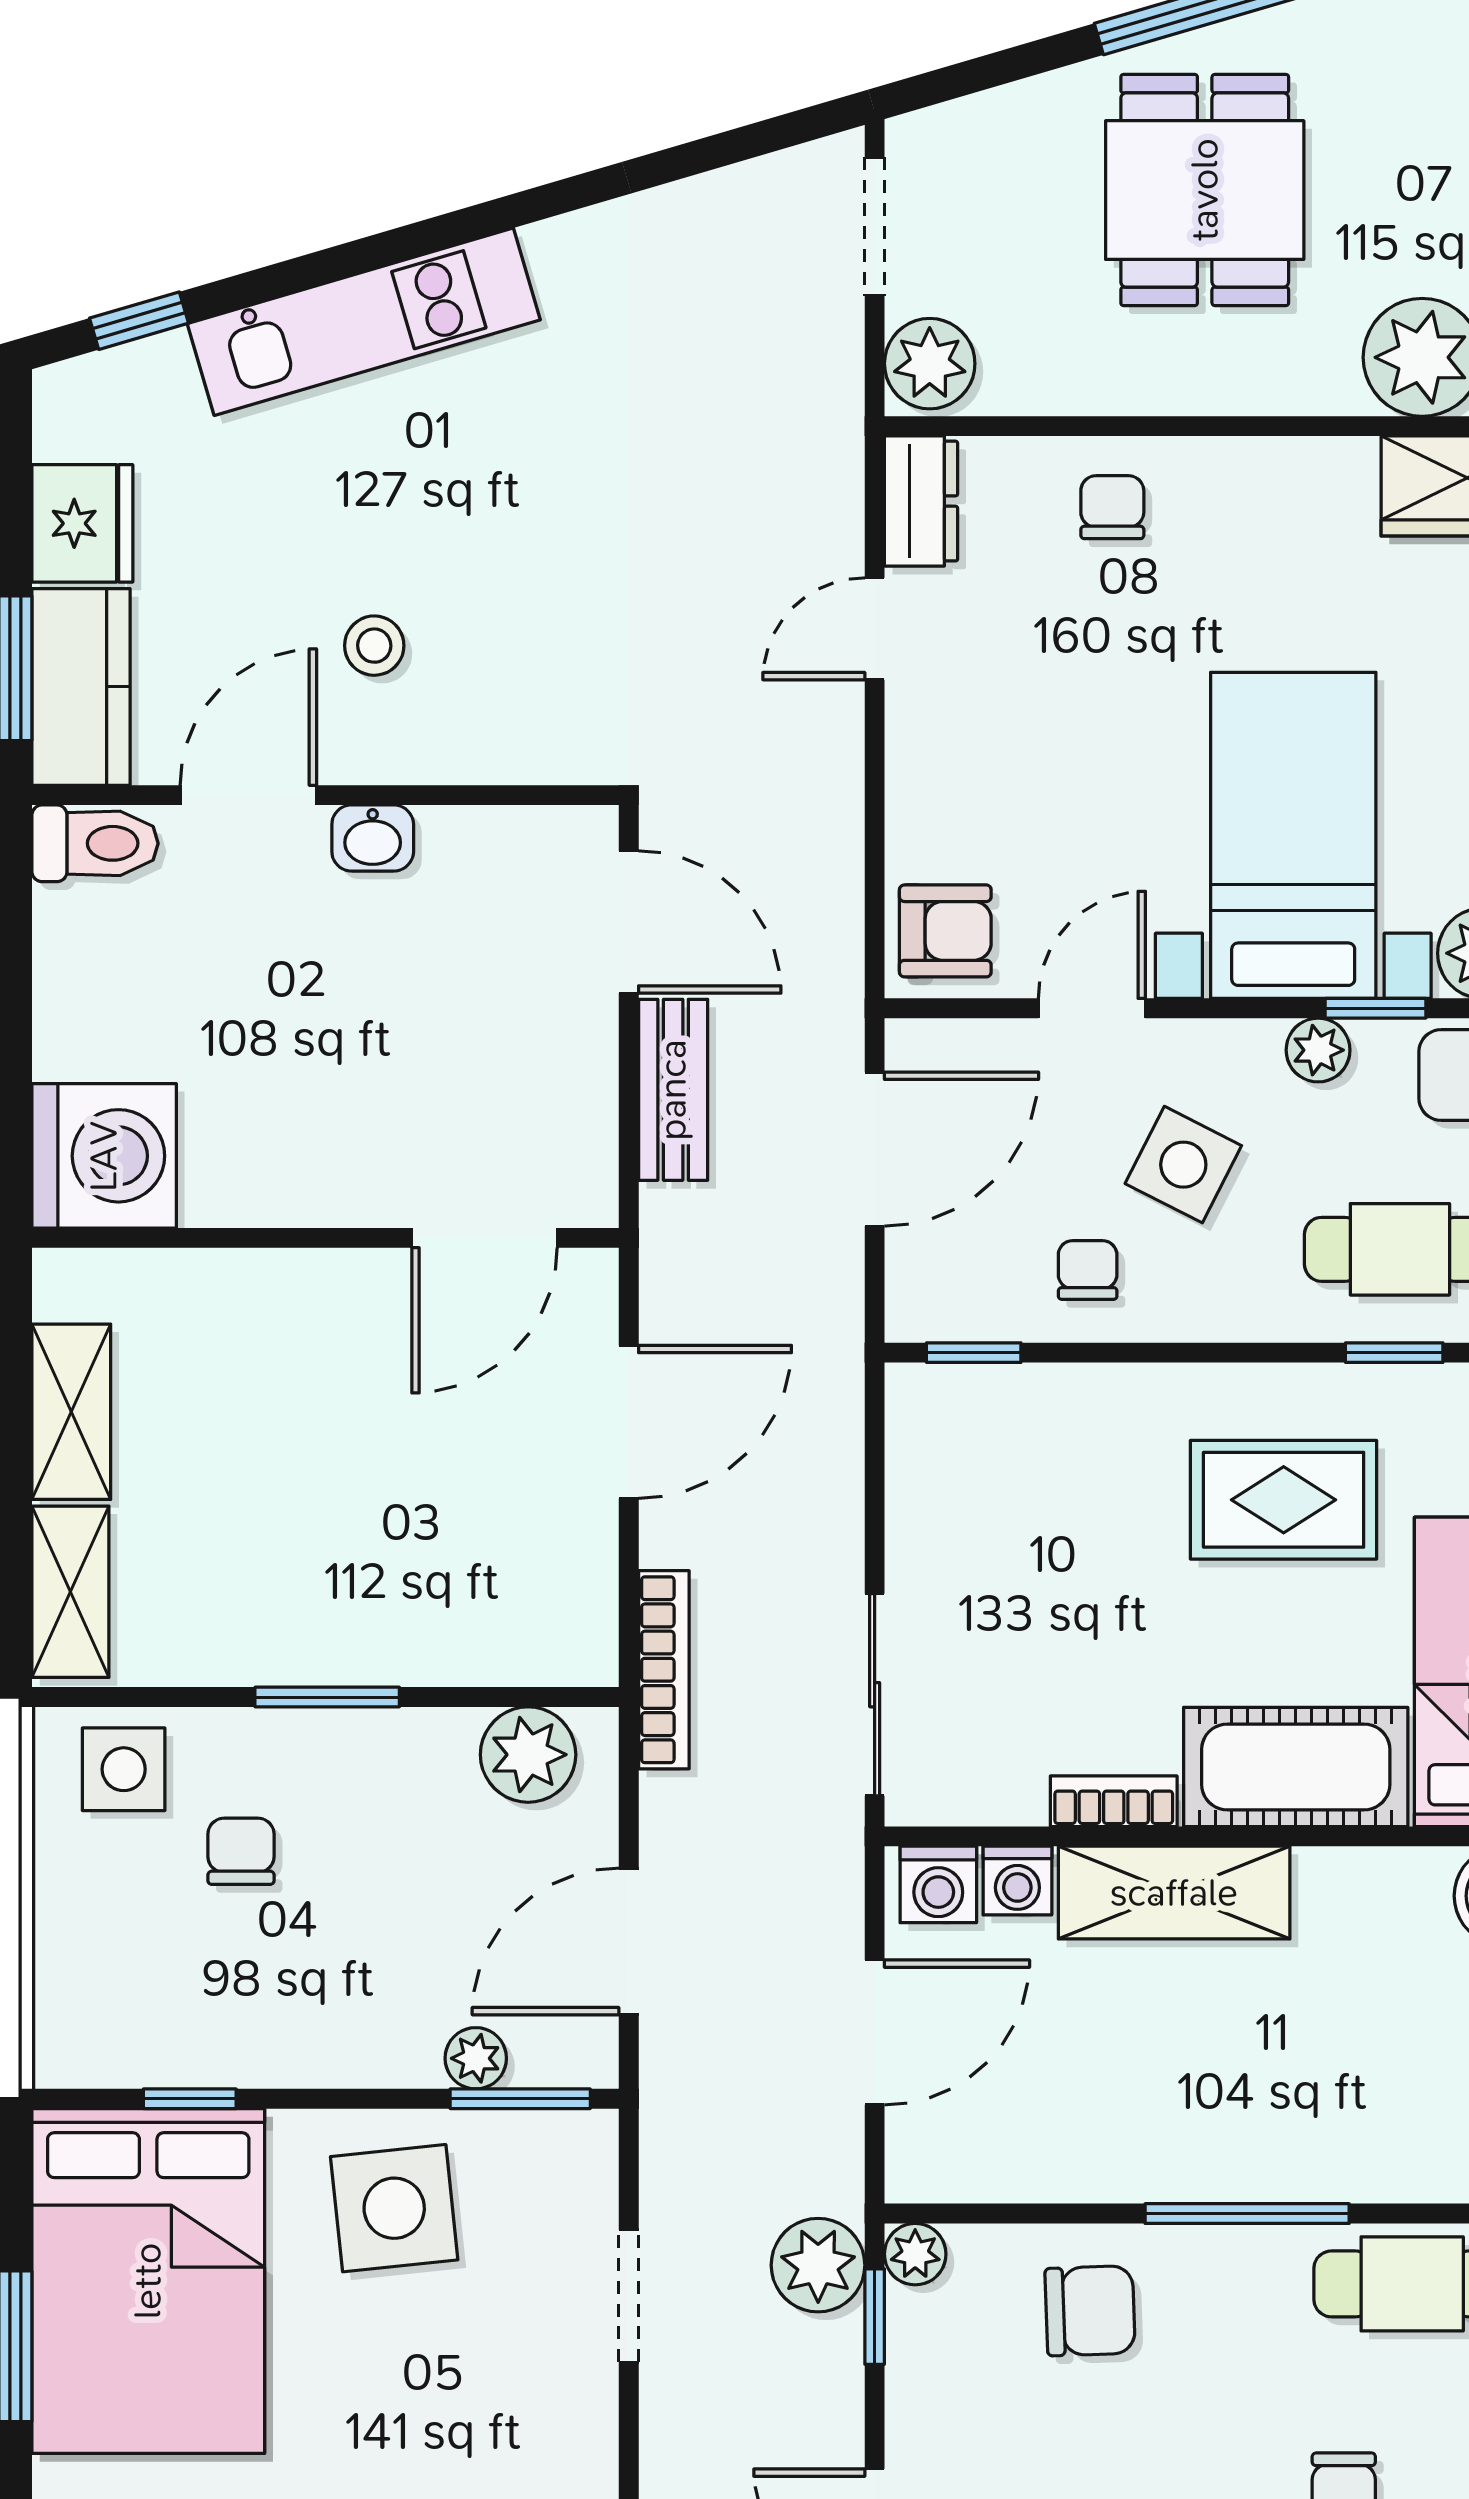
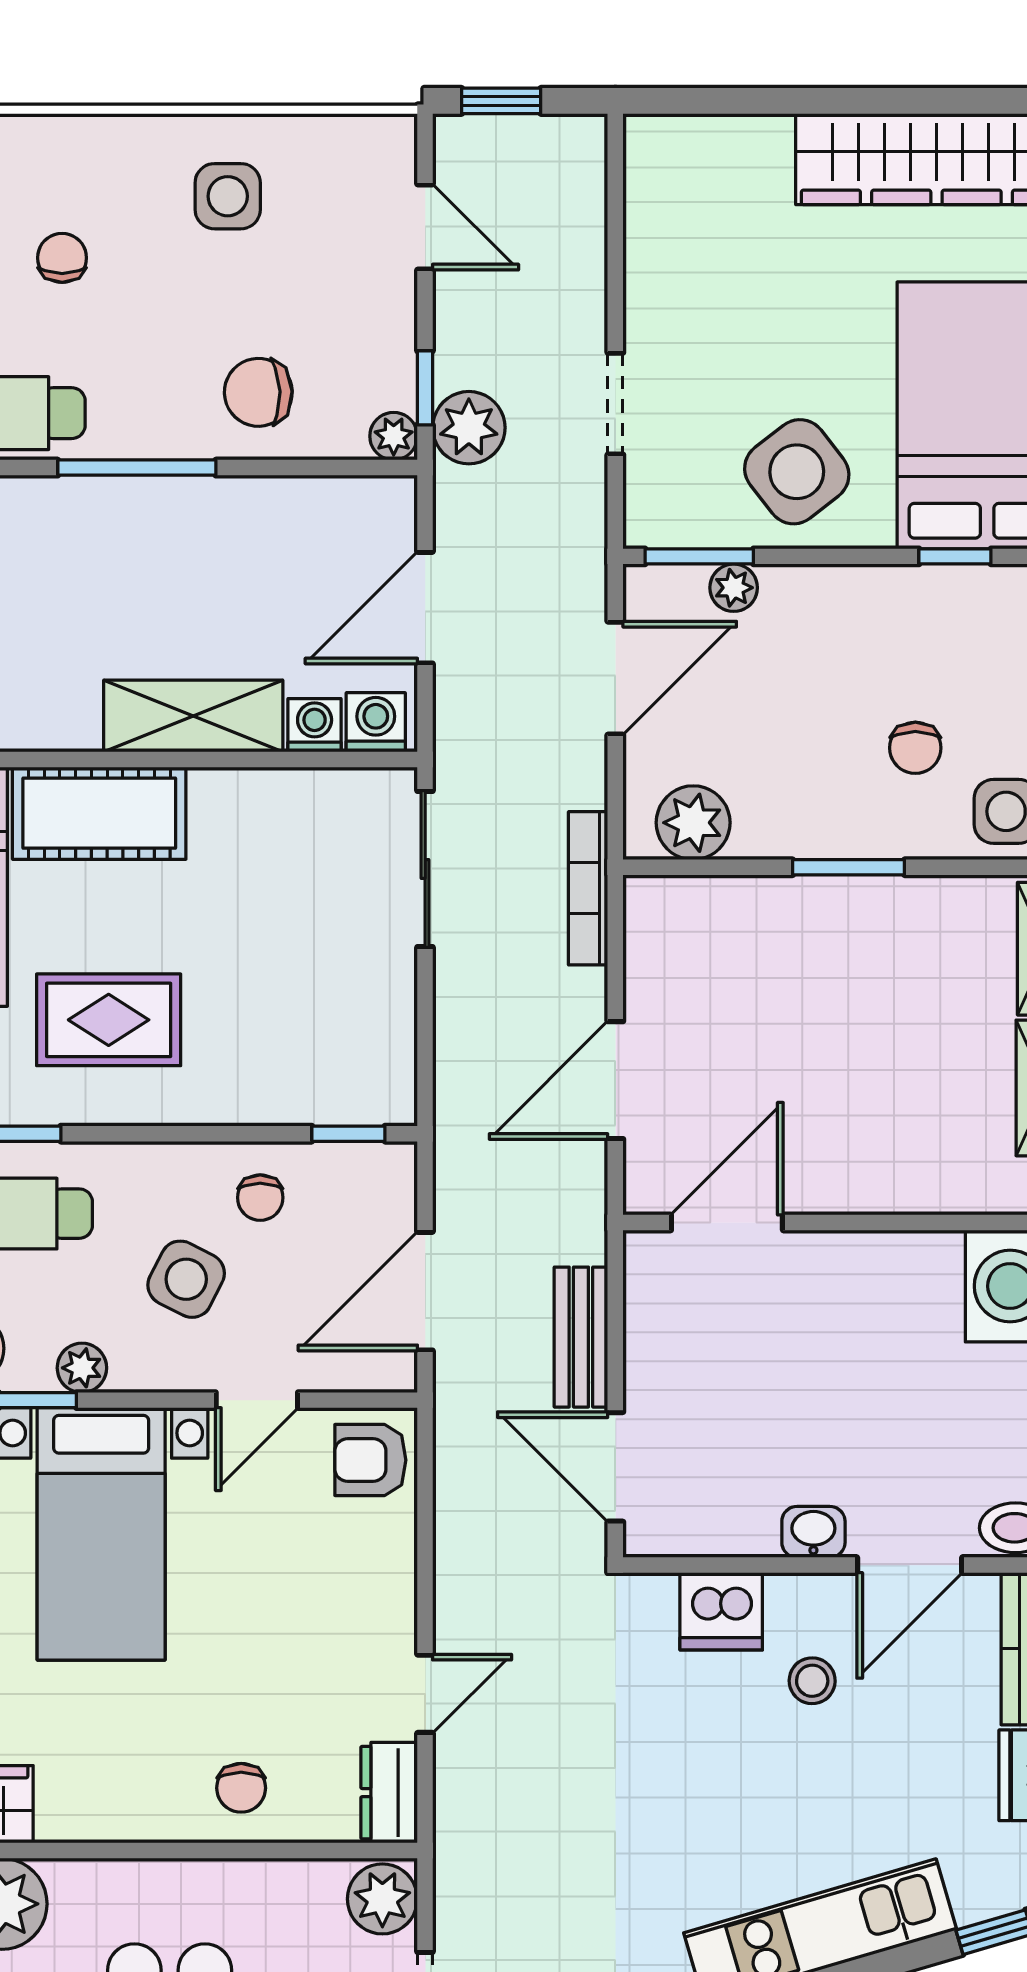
dishwasher: (492, 735) -> (721, 1611), added
bookcase: (1114, 1801) -> (240, 787), removed
side table: (394, 2208) -> (797, 472), turned -32

